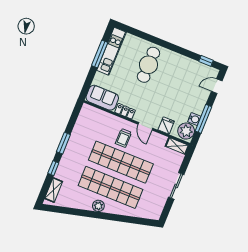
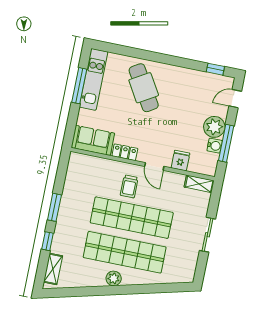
cafe table: (148, 65) -> (144, 88), turned -31
plant: (186, 131) -> (214, 127), moved

